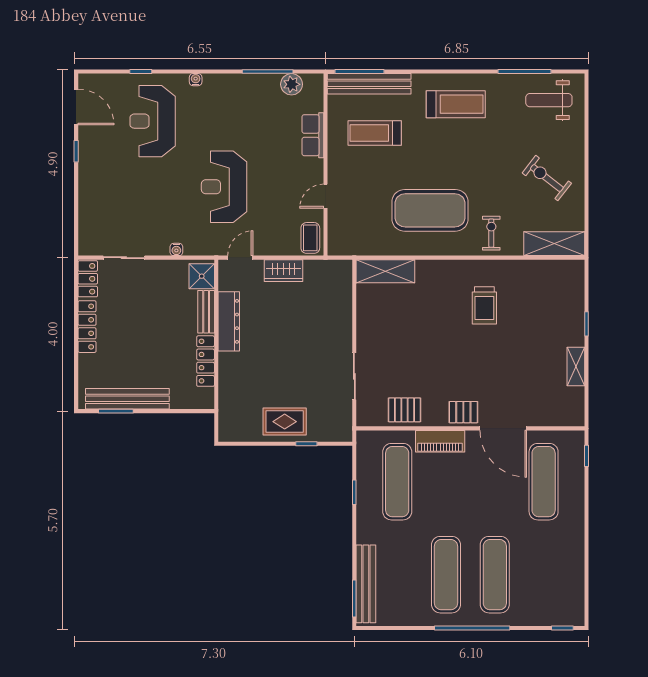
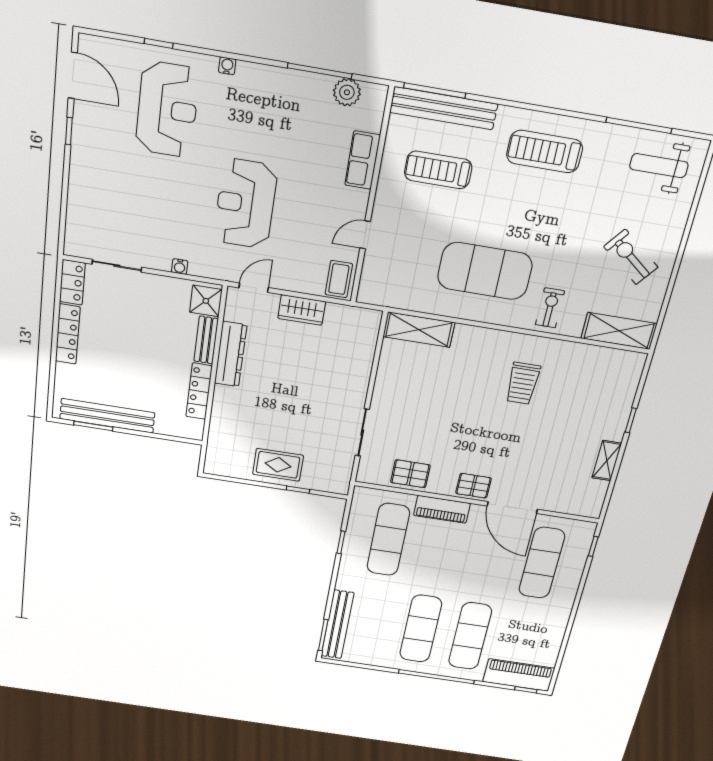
treadmill: (456, 104) -> (545, 152), turned 180
reception desk: (153, 121) -> (167, 110), turned 180
piano: (551, 612) -> (519, 675), added

